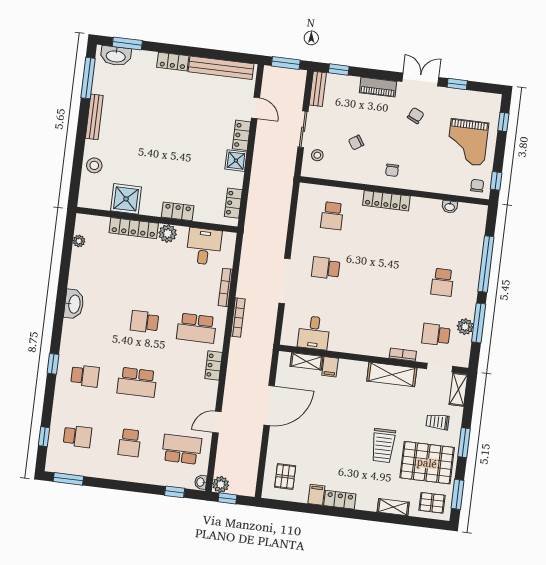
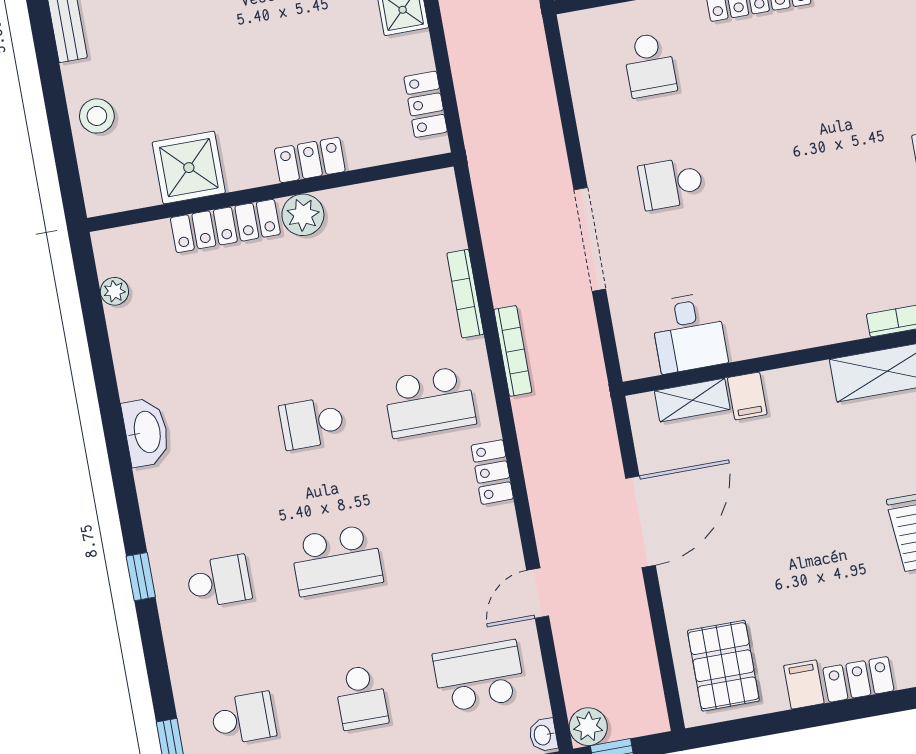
desk: (204, 246) -> (391, 219), removed
pallet: (285, 477) -> (723, 666), width x1.50, depth x1.42

